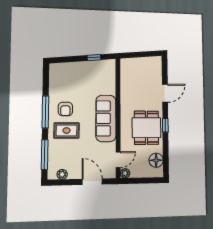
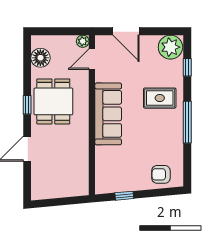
armchair: (65, 109) -> (161, 174), moved, turned -90
window: (45, 154) -> (187, 67), width x0.46
plant: (62, 174) -> (170, 47), width x1.88, depth x1.88

